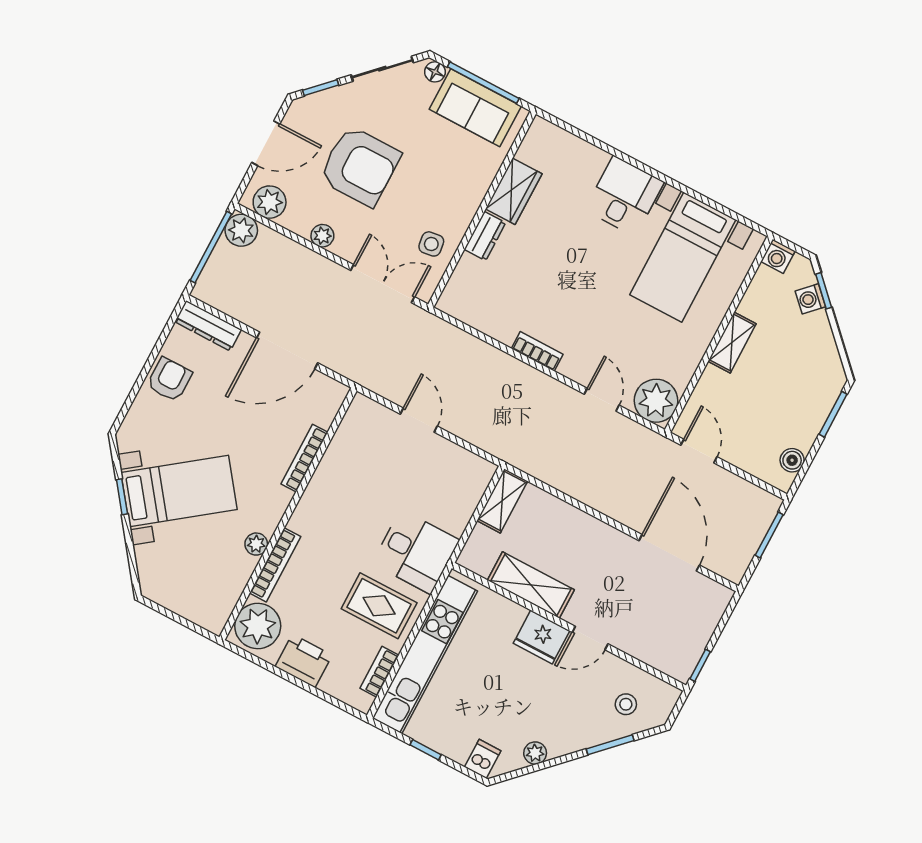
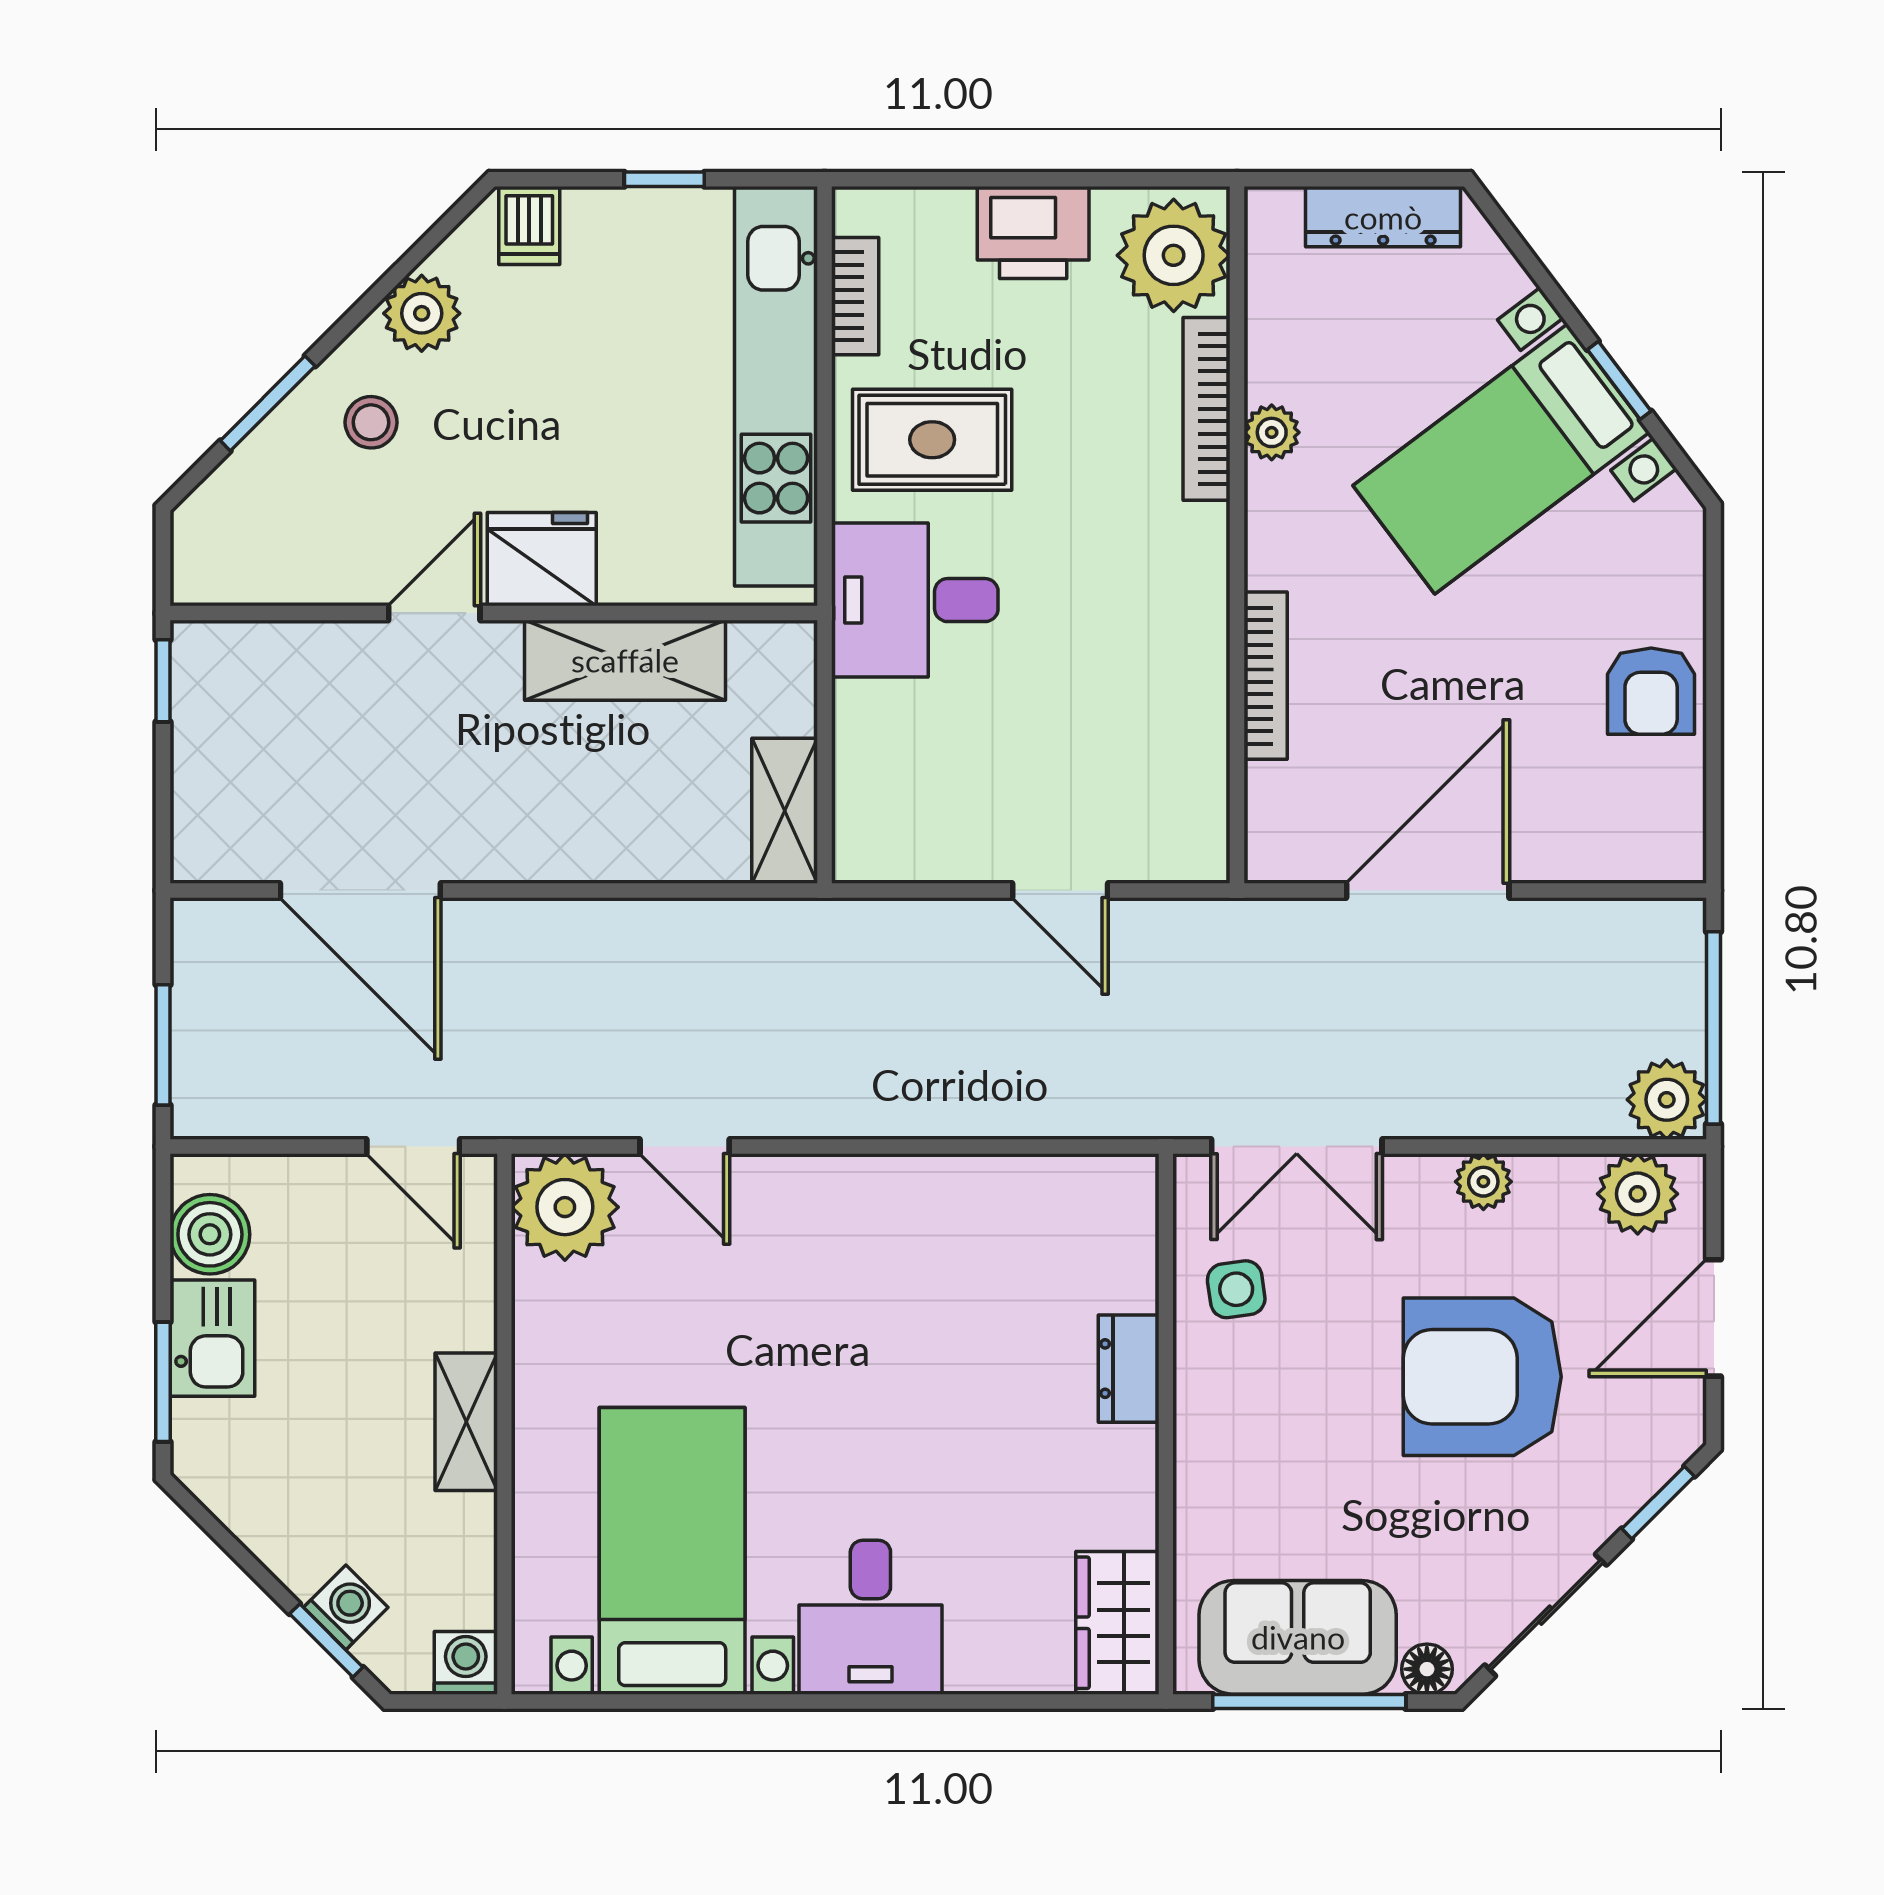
wardrobe: (514, 191) -> (1117, 1623), moved
dresser: (208, 326) -> (1383, 217), moved, turned 180
bookcase: (537, 351) -> (881, 1178), removed
kitchen sink: (807, 421) -> (212, 1338), added
boiler: (792, 460) -> (210, 1234), width x1.36, depth x1.36
stool: (626, 704) -> (371, 422), moved
plant: (535, 753) -> (422, 313), width x1.38, depth x1.38

